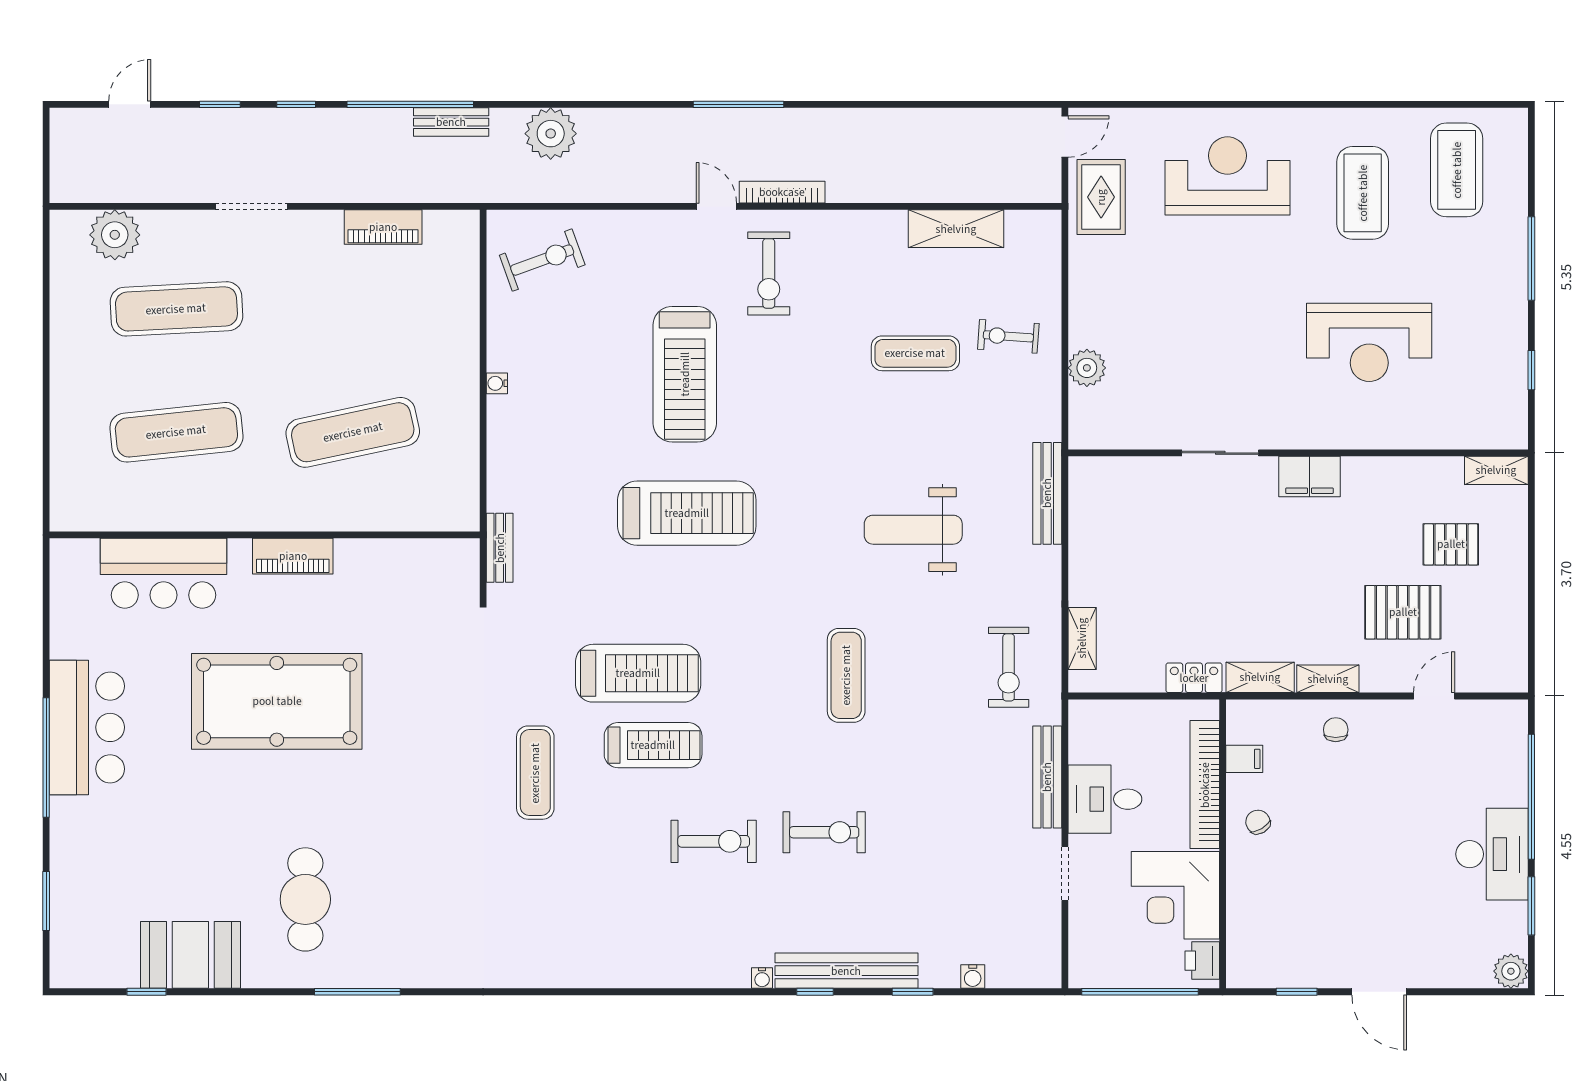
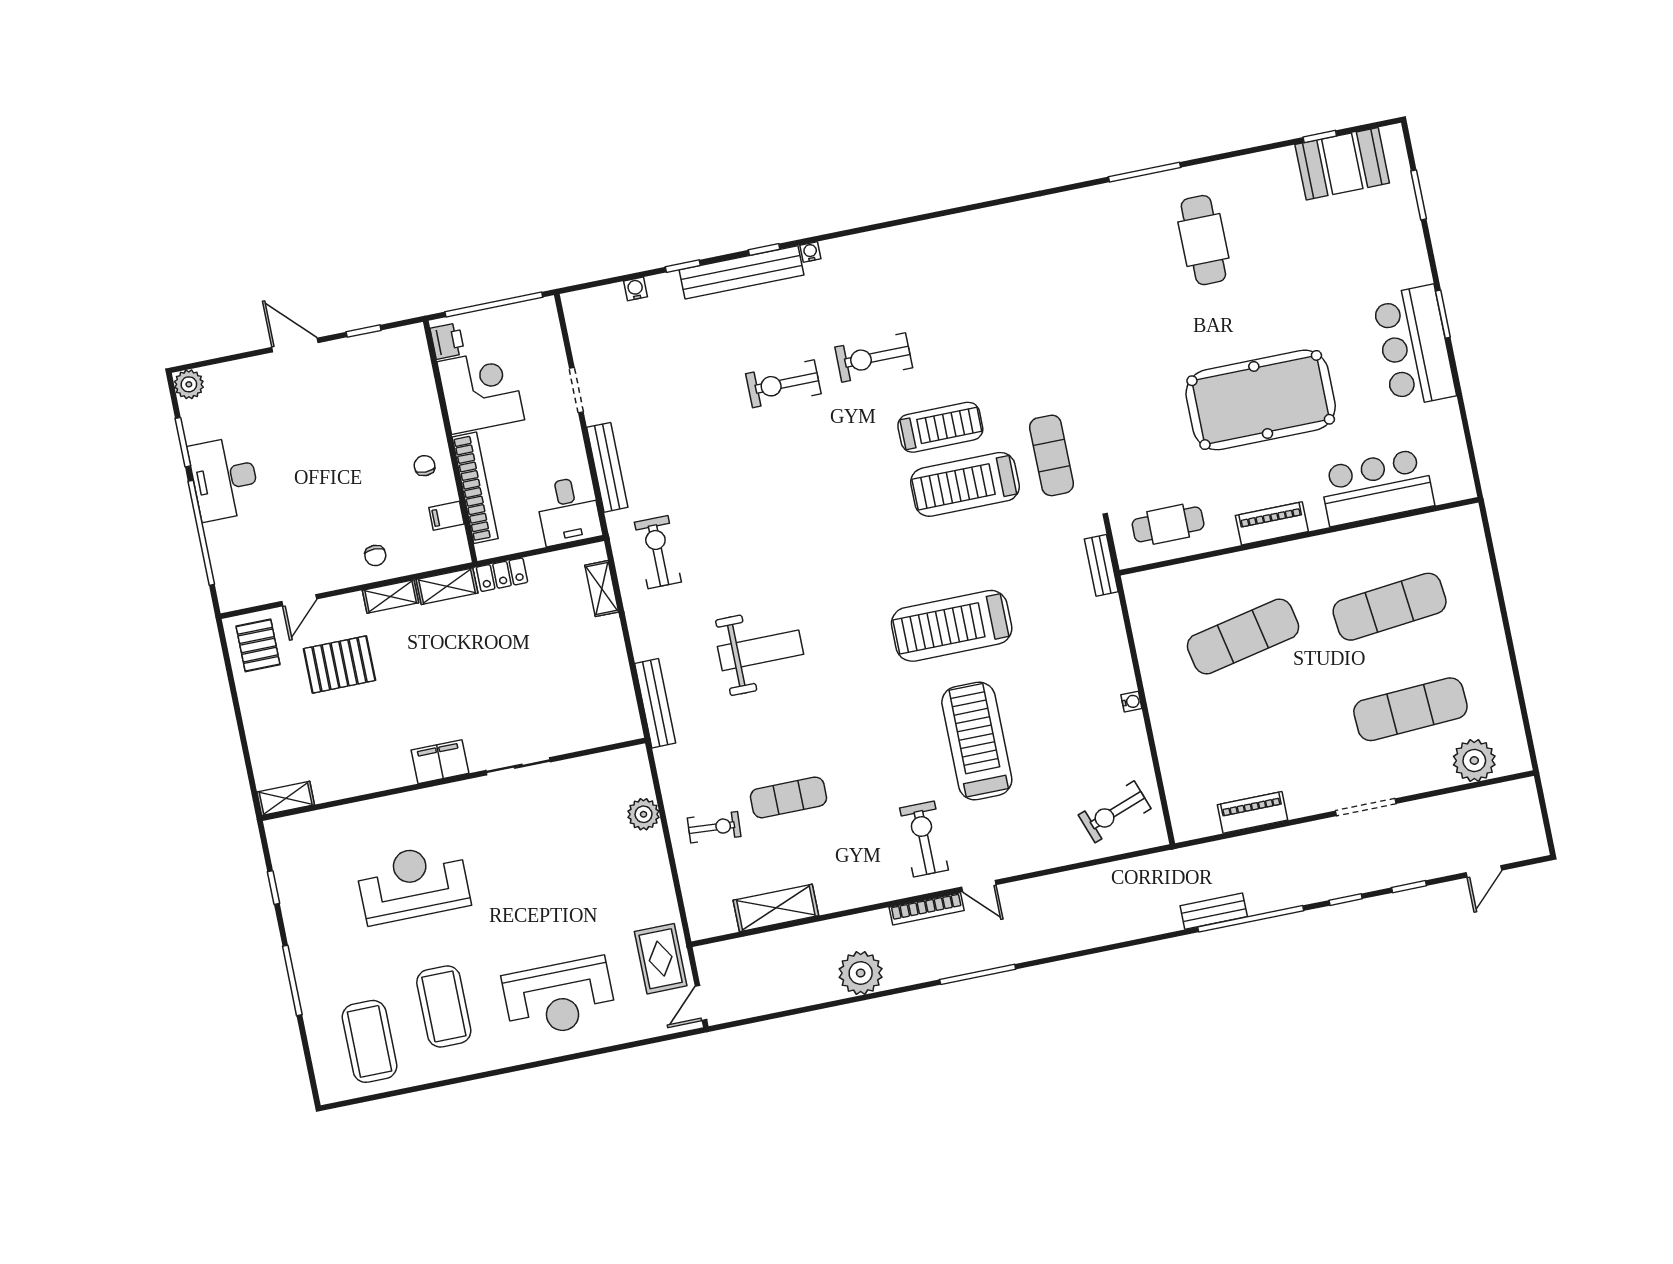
plant: (551, 134) -> (861, 973), moved
pallet: (1451, 544) -> (258, 645), moved, turned 90
cafe table: (413, 579) -> (1168, 524), added
exercise mat: (846, 675) -> (792, 518), removed
treadmill: (653, 745) -> (940, 427), turned 180
window: (46, 758) -> (1443, 314), width x0.47
exercise mat: (535, 773) -> (1052, 455), moved
desk: (1105, 799) -> (568, 511), moved, turned 90
chair: (1258, 822) -> (424, 466), turned -150
booth: (190, 955) -> (1342, 164), moved

